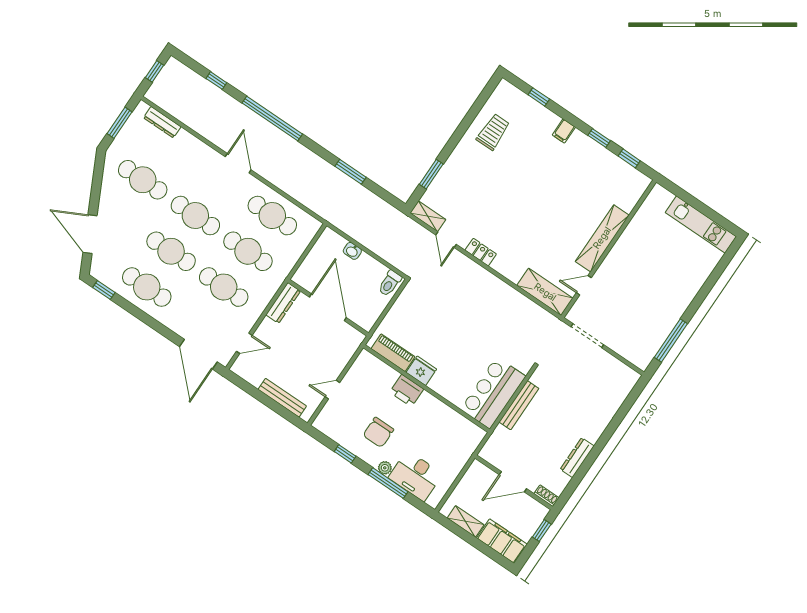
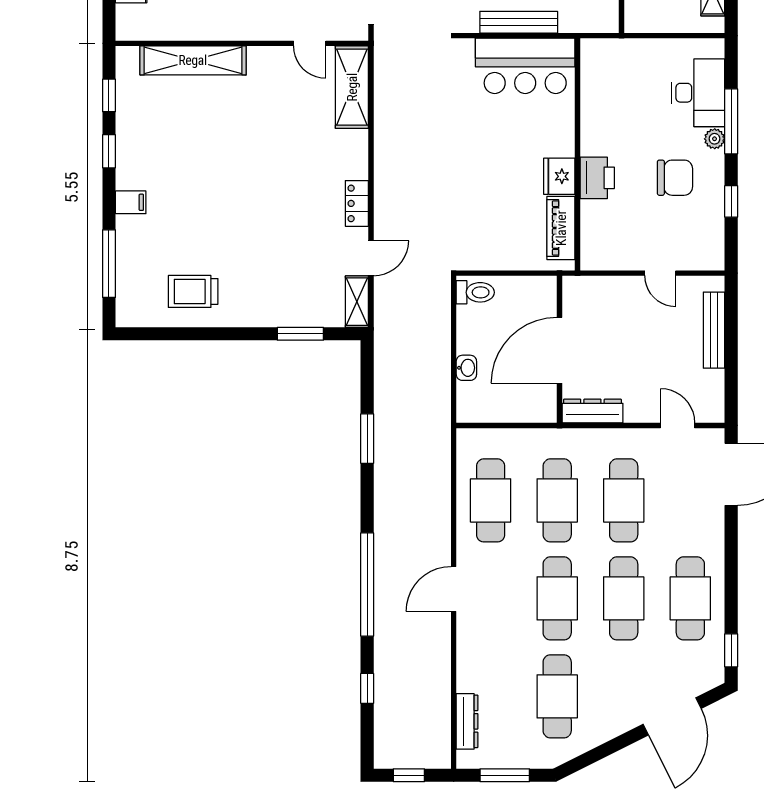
window: (539, 97) -> (109, 264), width x2.17
shelving: (602, 238) -> (193, 60), moved

